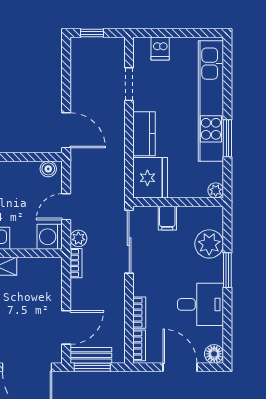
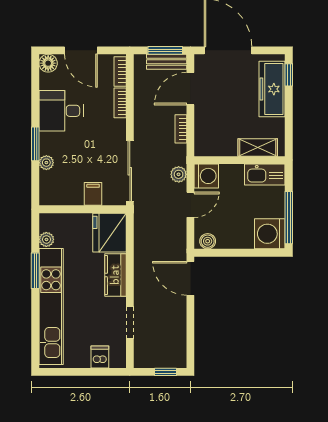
plant: (216, 190) -> (46, 239), moved
plant: (209, 244) -> (46, 163), width x0.53, depth x0.53
bookcase: (76, 263) -> (181, 129), moved

